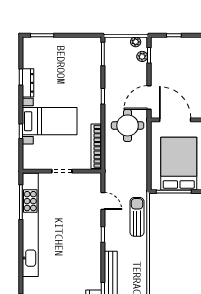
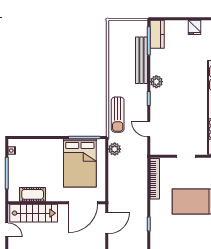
door: (175, 120) -> (83, 203), hinge flipped
round table: (128, 125) -> (126, 198), removed
plant: (140, 179) -> (115, 149), added
plant: (94, 253) -> (156, 82), added

